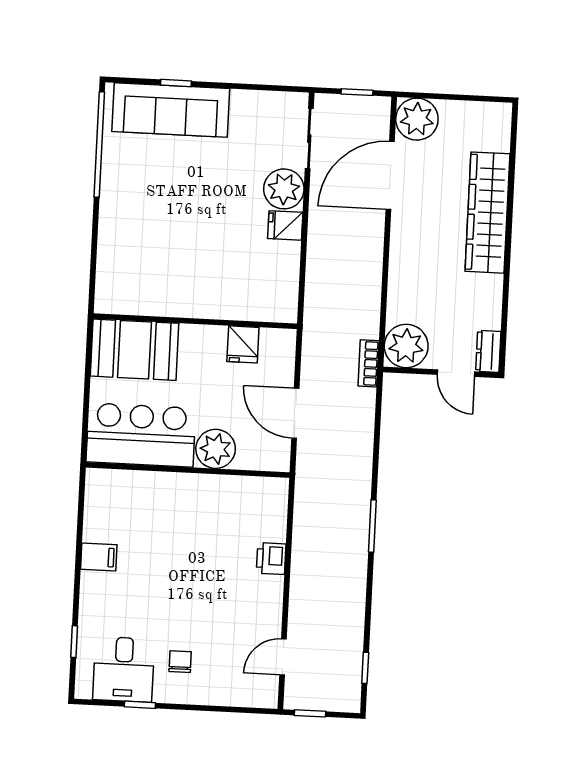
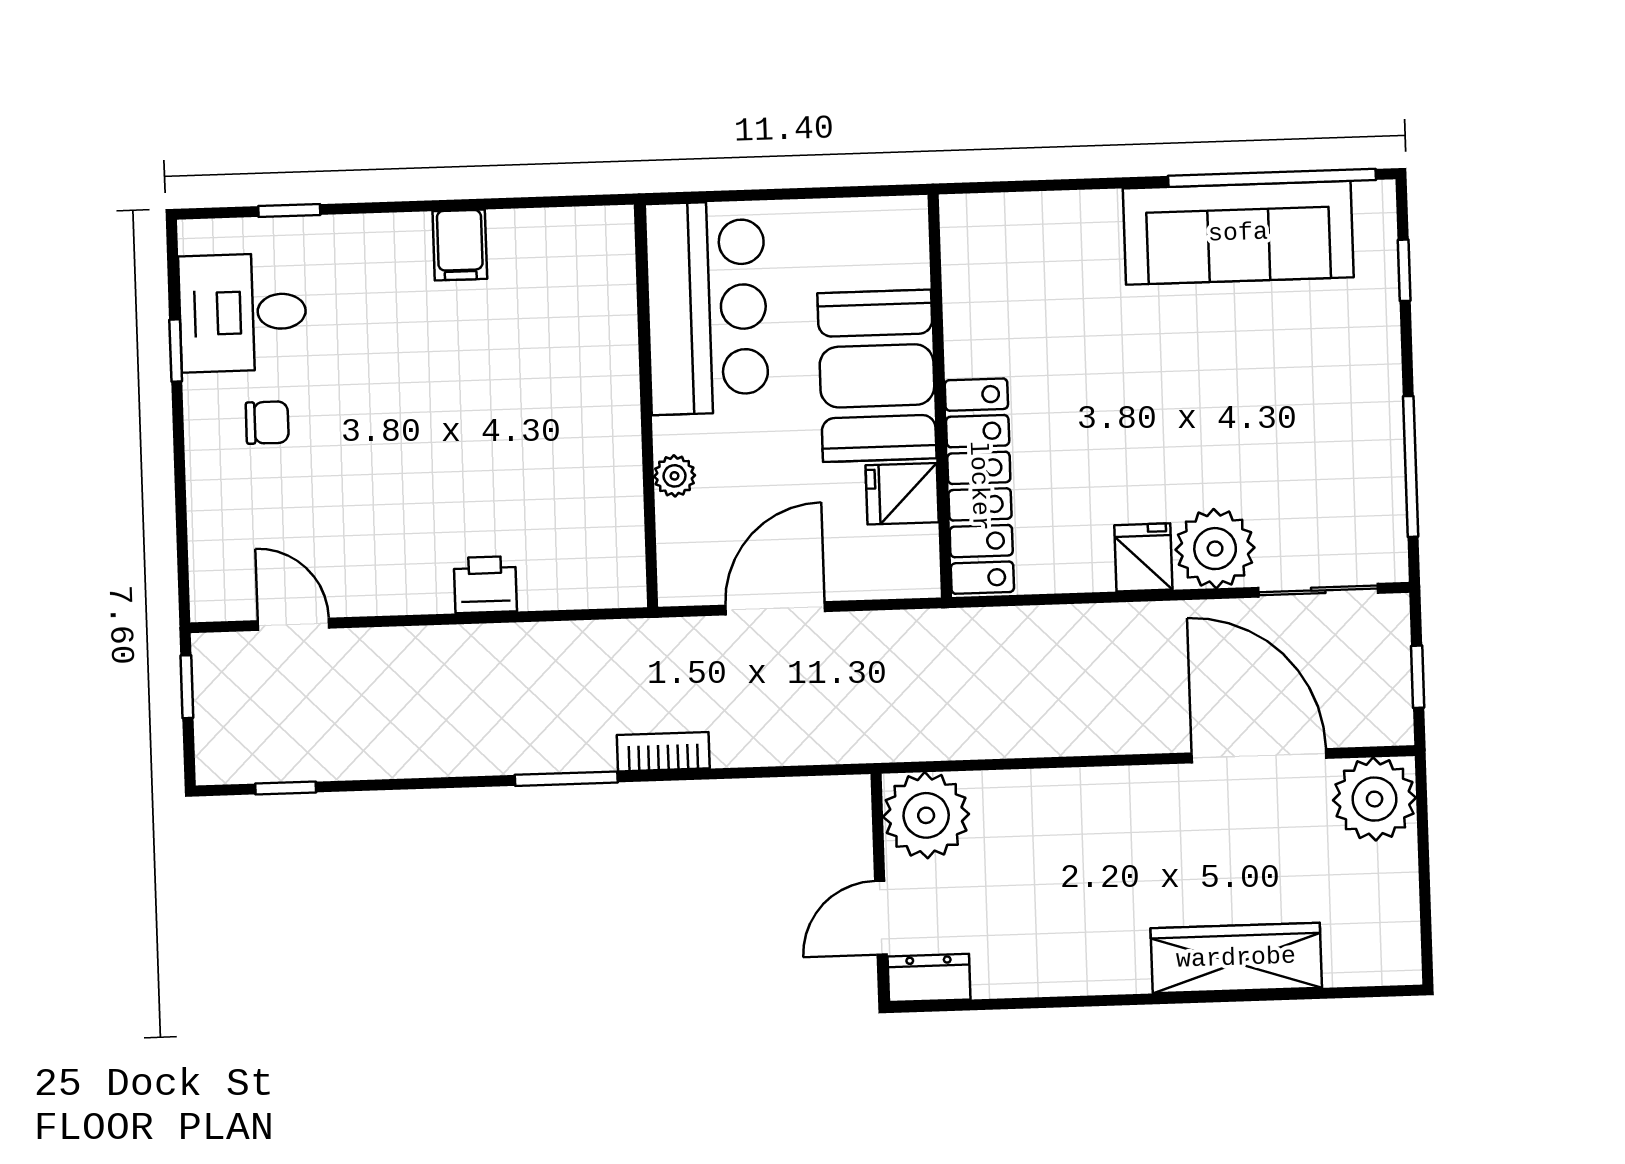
window: (176, 83) -> (1404, 270), moved
window: (251, 87) -> (1411, 466), added
sofa: (171, 110) -> (1238, 233), moved, turned -90
wardrobe: (488, 213) -> (1236, 958), width x0.71, depth x0.85
locker: (242, 305) -> (979, 486), added
booth: (134, 350) -> (877, 376), moved
bookcase: (369, 363) -> (663, 752), moved
plant: (216, 449) -> (675, 476), width x0.53, depth x0.53

